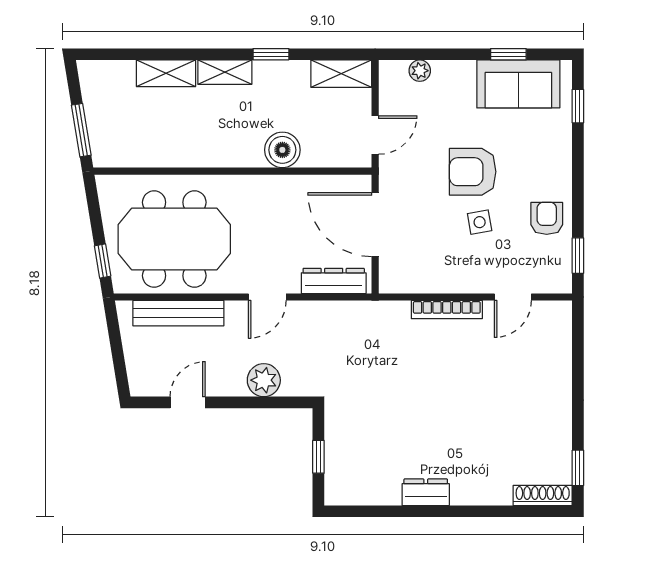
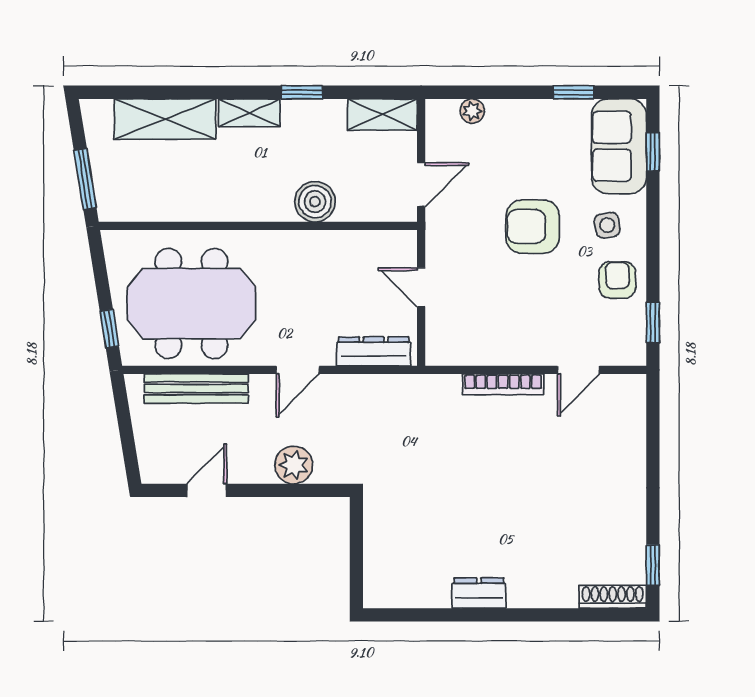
shelving: (166, 73) -> (165, 119), width x1.50, depth x1.33
sofa: (518, 84) -> (619, 146), moved, turned 90
side table: (480, 222) -> (607, 225), moved
door: (375, 225) -> (421, 287), width x0.53
window: (318, 457) -> (356, 553), removed

